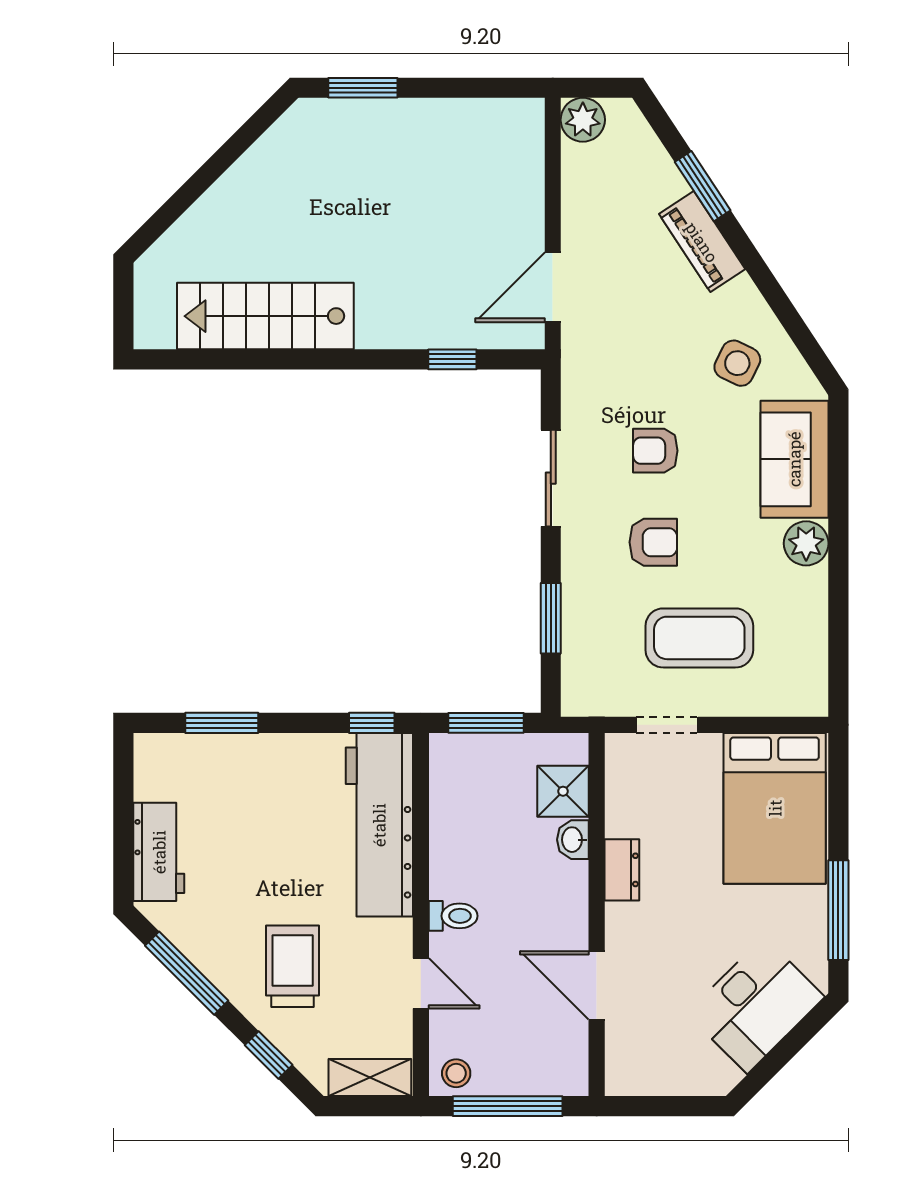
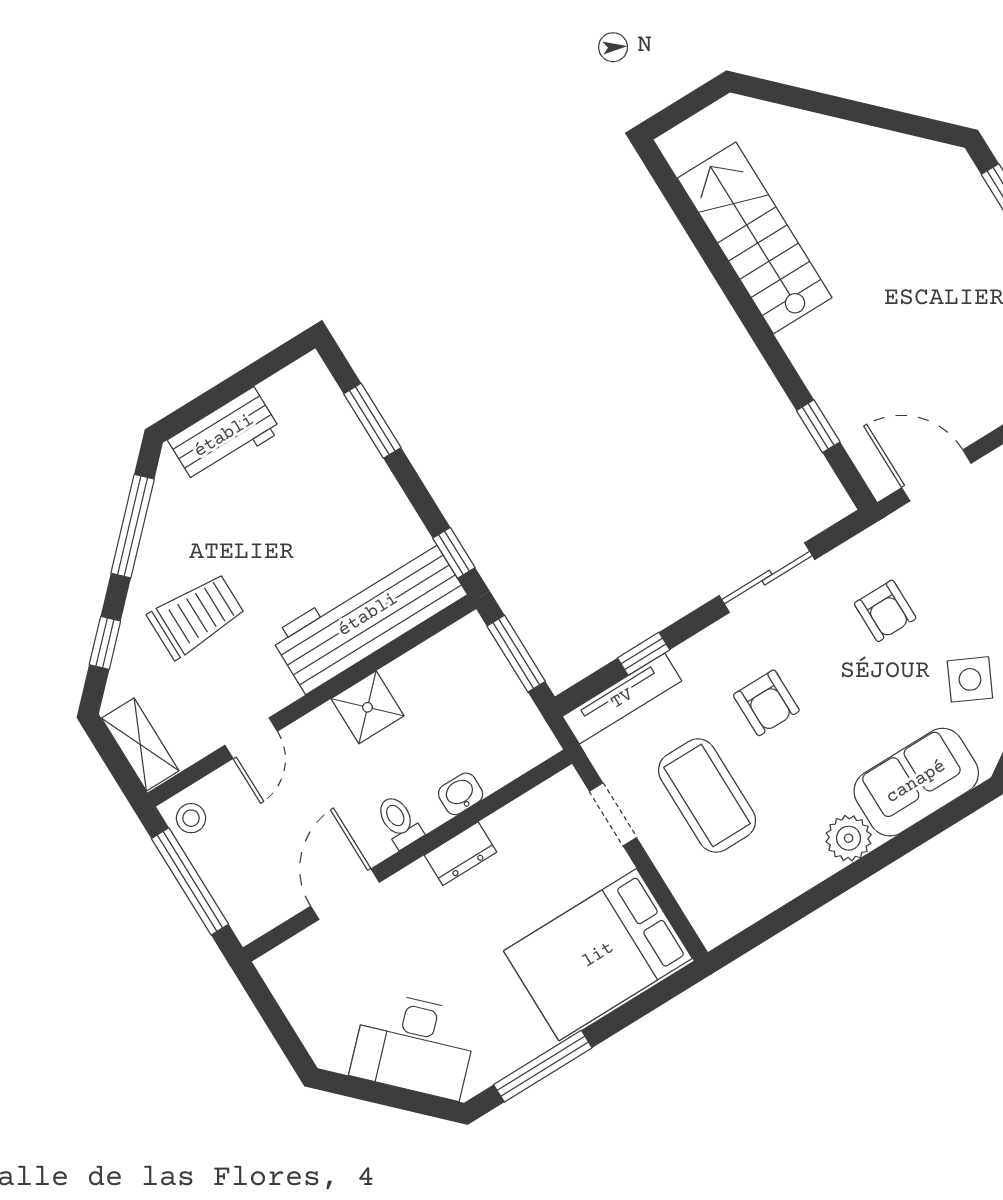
armchair: (655, 451) -> (885, 611), moved, turned 180
window: (551, 618) -> (644, 654), width x0.67
tv unit: (576, 659) -> (622, 699), added
shower: (563, 791) -> (367, 707), moved
toilet: (453, 916) -> (399, 822), moved, turned 180

